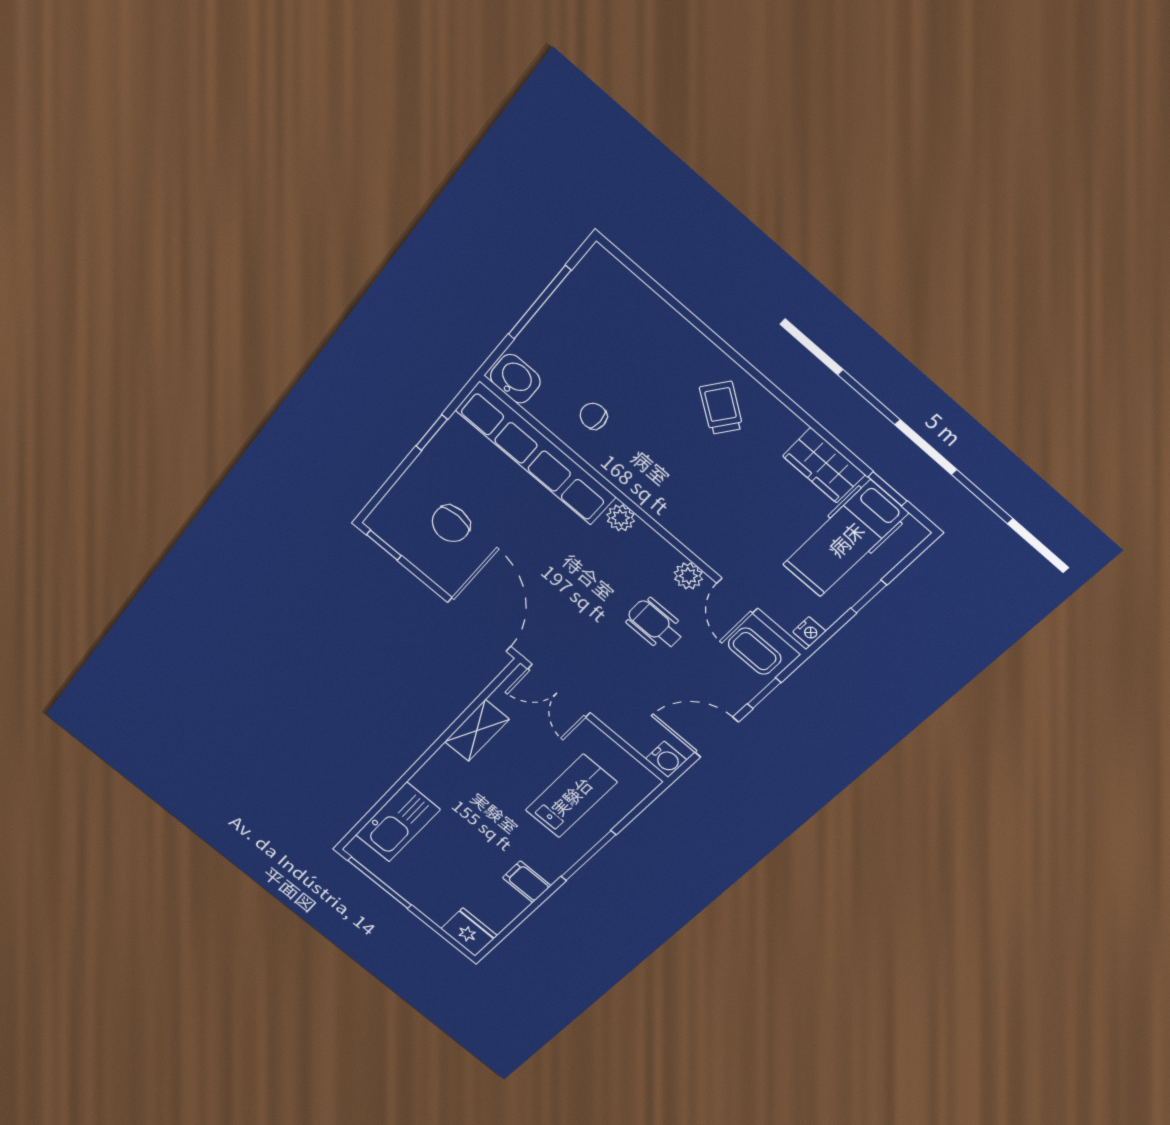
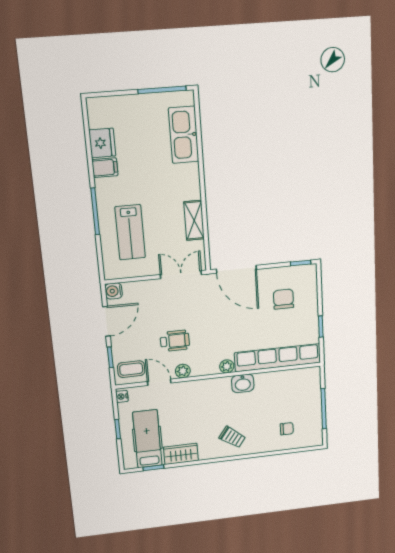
washbasin: (515, 379) -> (243, 383), moved
chair: (593, 416) -> (287, 429), moved
fridge: (469, 932) -> (102, 143), moved, turned -90

